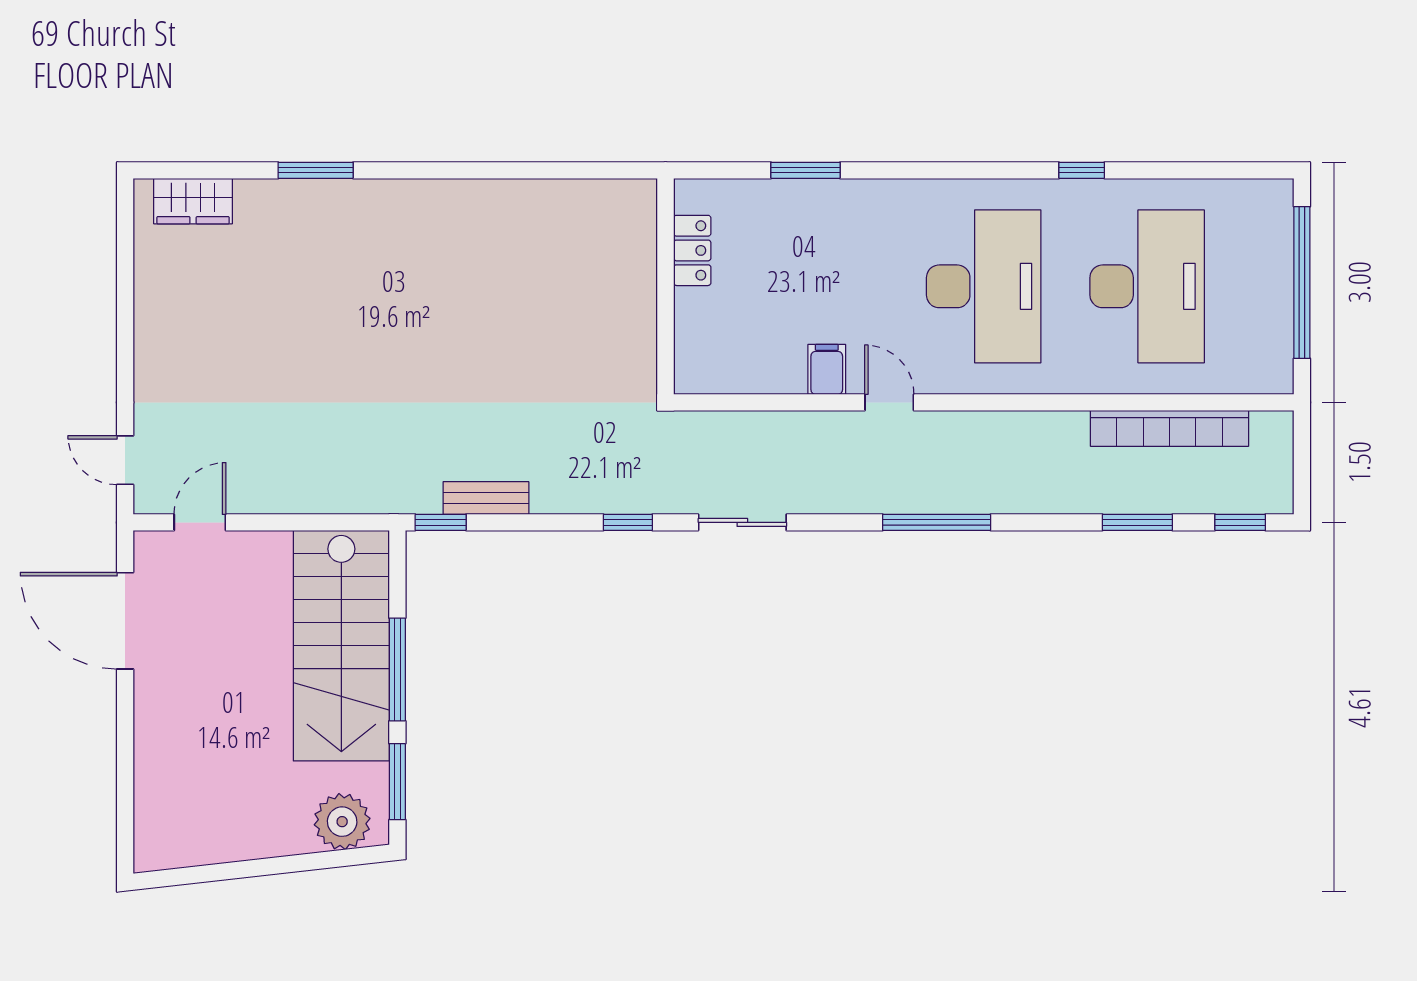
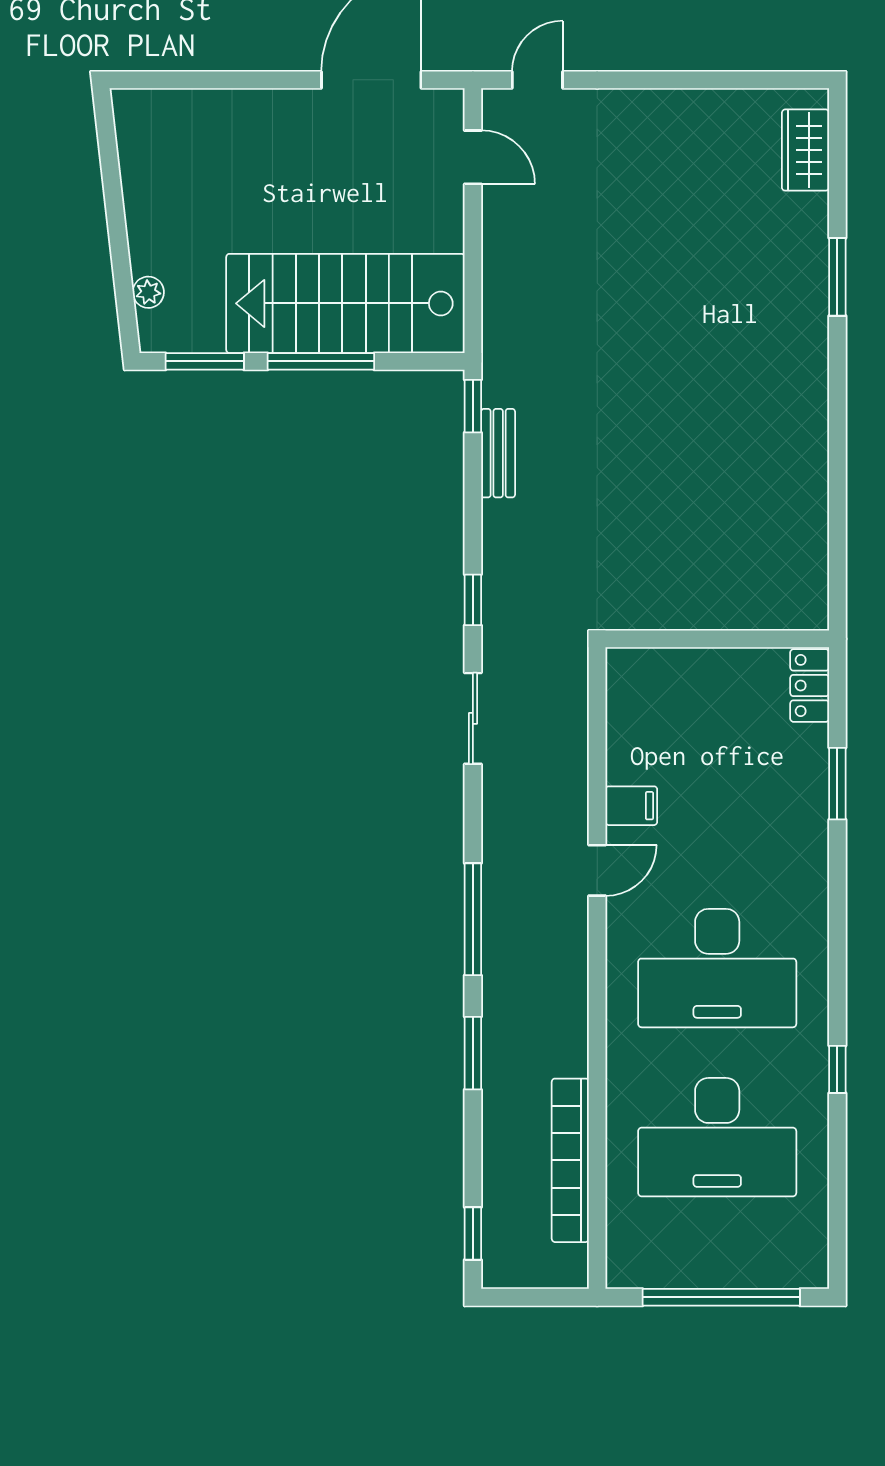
locker: (692, 250) -> (810, 686), moved, turned 90
window: (1137, 522) -> (473, 1053), moved
plant: (342, 822) -> (148, 292), width x0.53, depth x0.53

